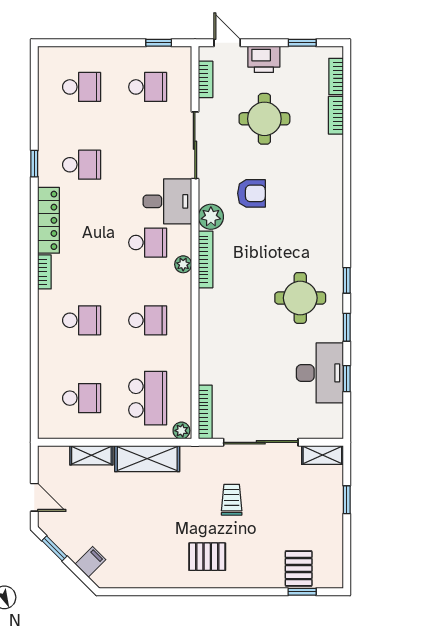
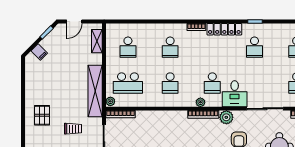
shelving: (91, 455) -> (97, 41), moved
shelving: (147, 459) -> (95, 91), width x1.47

